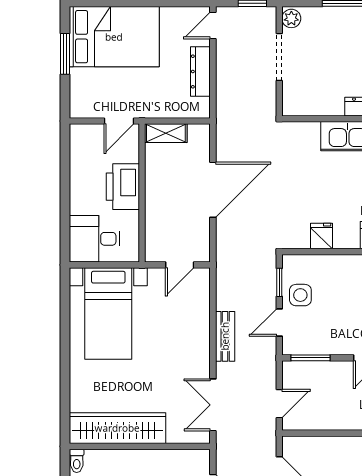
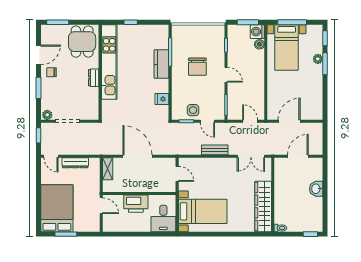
shelving: (166, 133) -> (108, 169), moved

